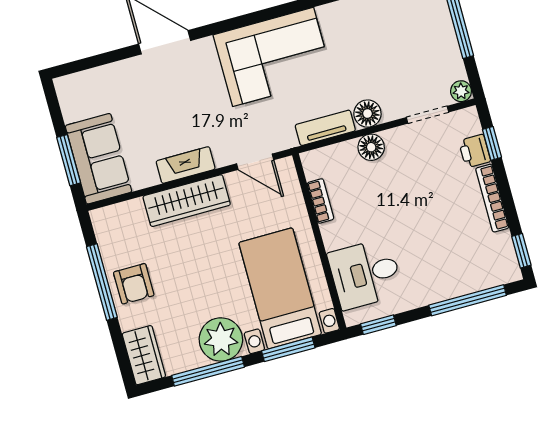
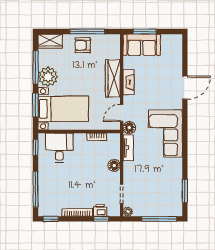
floor lamp: (367, 114) -> (129, 128), moved

